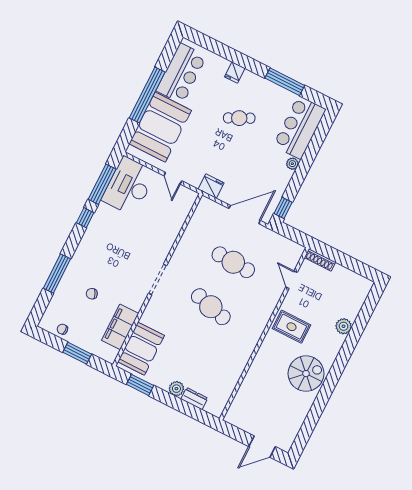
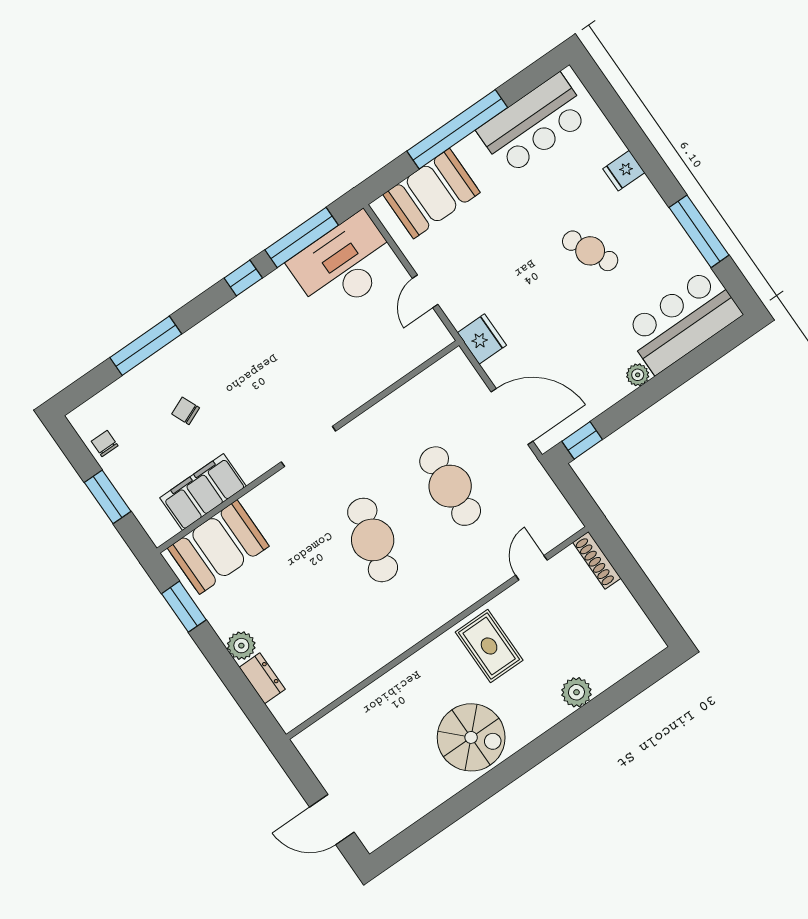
booth: (160, 127) -> (432, 193), width x0.73, depth x0.70

